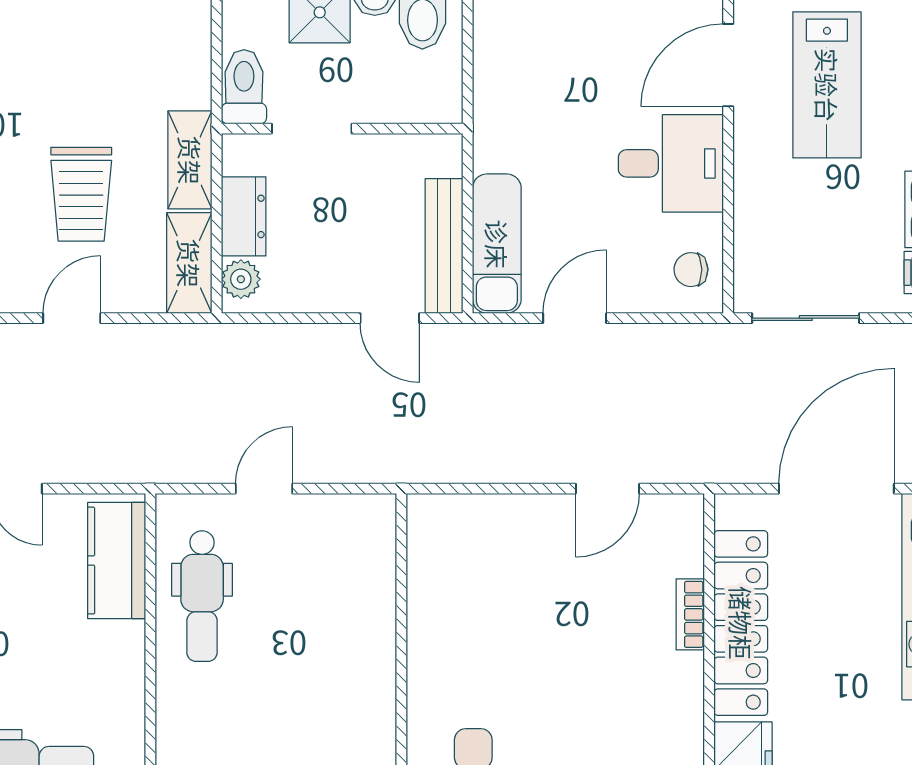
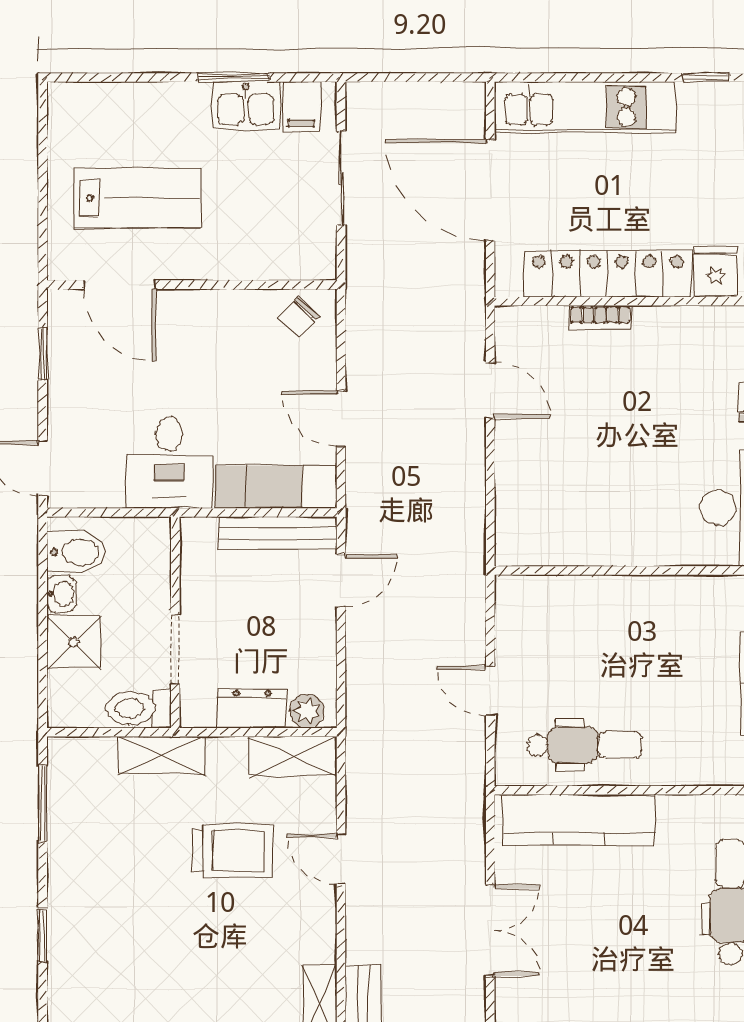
shelving: (190, 160) -> (162, 756), moved
desk: (671, 163) -> (169, 462), moved, turned 180
chair: (691, 270) -> (299, 317), turned 43
sliding door: (806, 318) -> (341, 178), moved
kitchen counter: (117, 561) -> (579, 820), width x1.50

